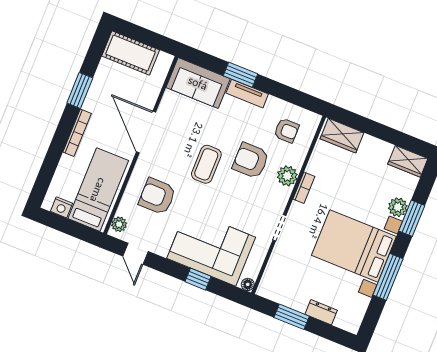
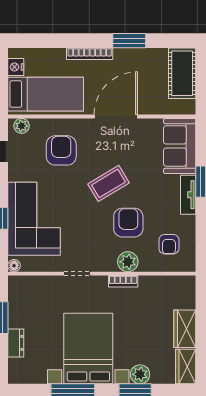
wardrobe: (342, 136) -> (185, 329), moved
coffee table: (206, 164) -> (108, 183), turned -31

